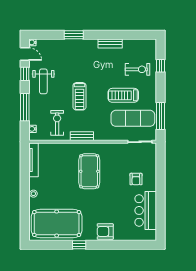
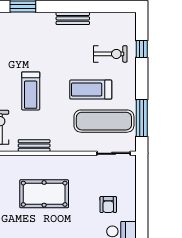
pool table: (89, 171) -> (44, 194), turned 90

